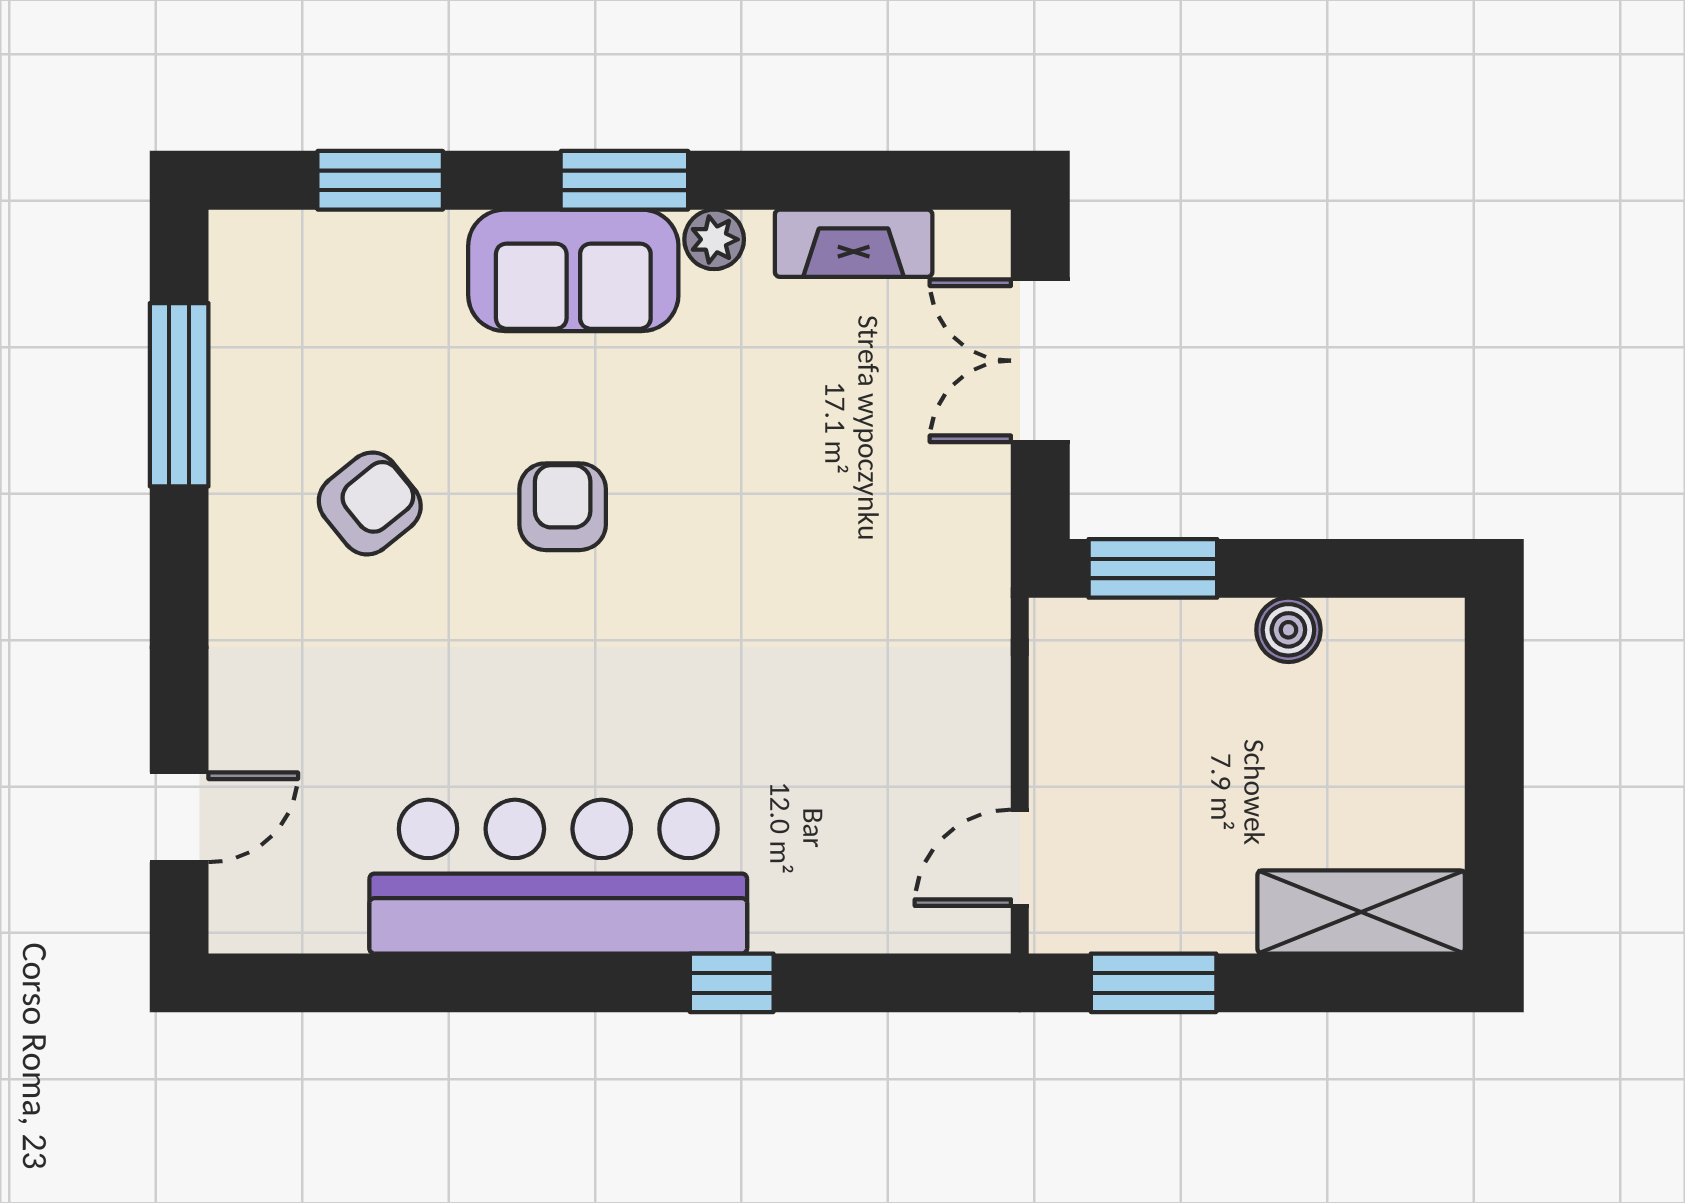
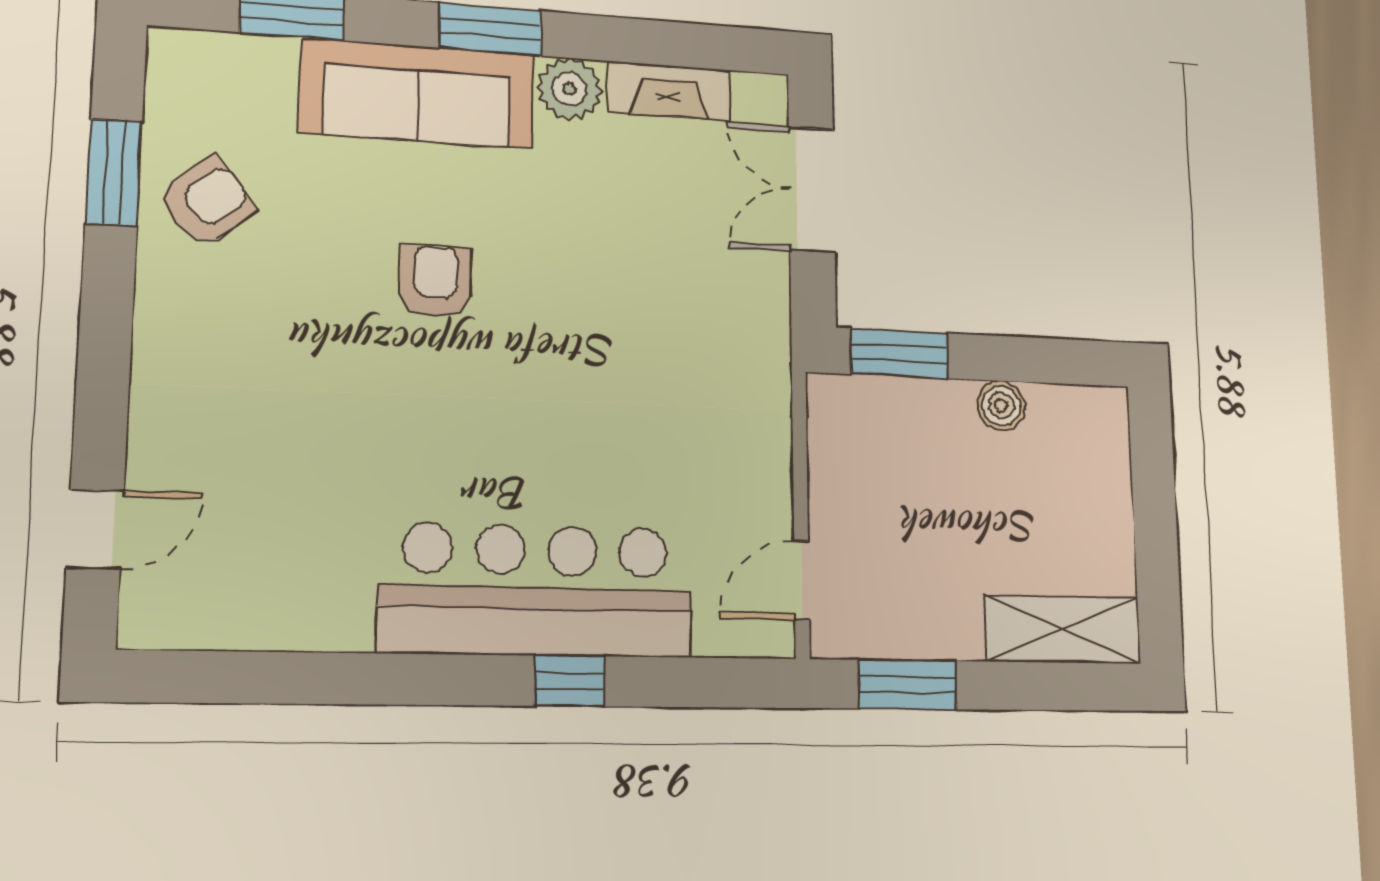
plant: (714, 239) -> (569, 89), width x1.38, depth x1.38
sofa: (573, 270) -> (418, 93), width x1.36
window: (179, 395) -> (114, 172), width x0.69
armchair: (370, 503) -> (207, 202), moved
bar counter: (558, 877) -> (536, 590), moved

